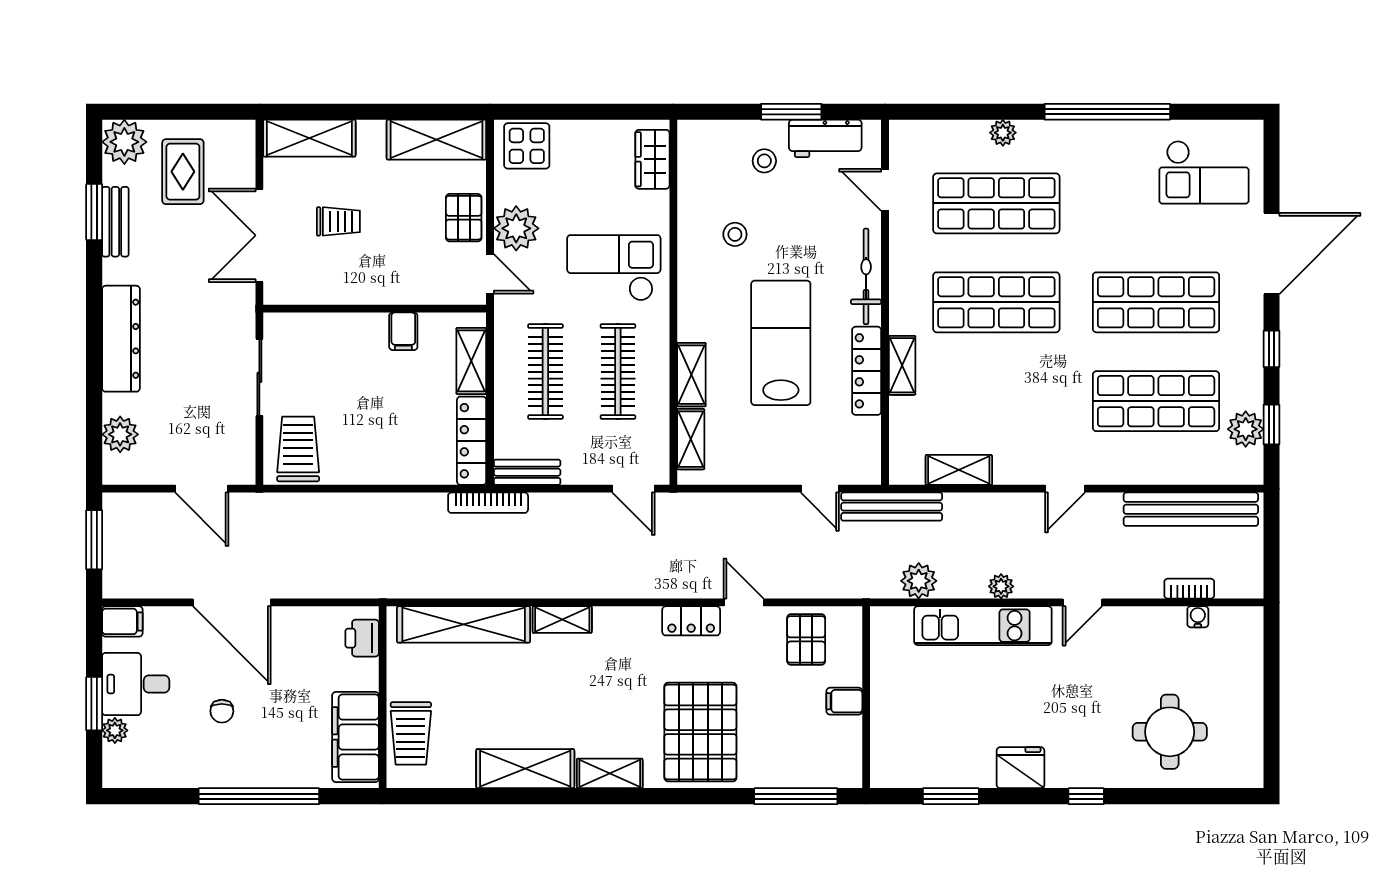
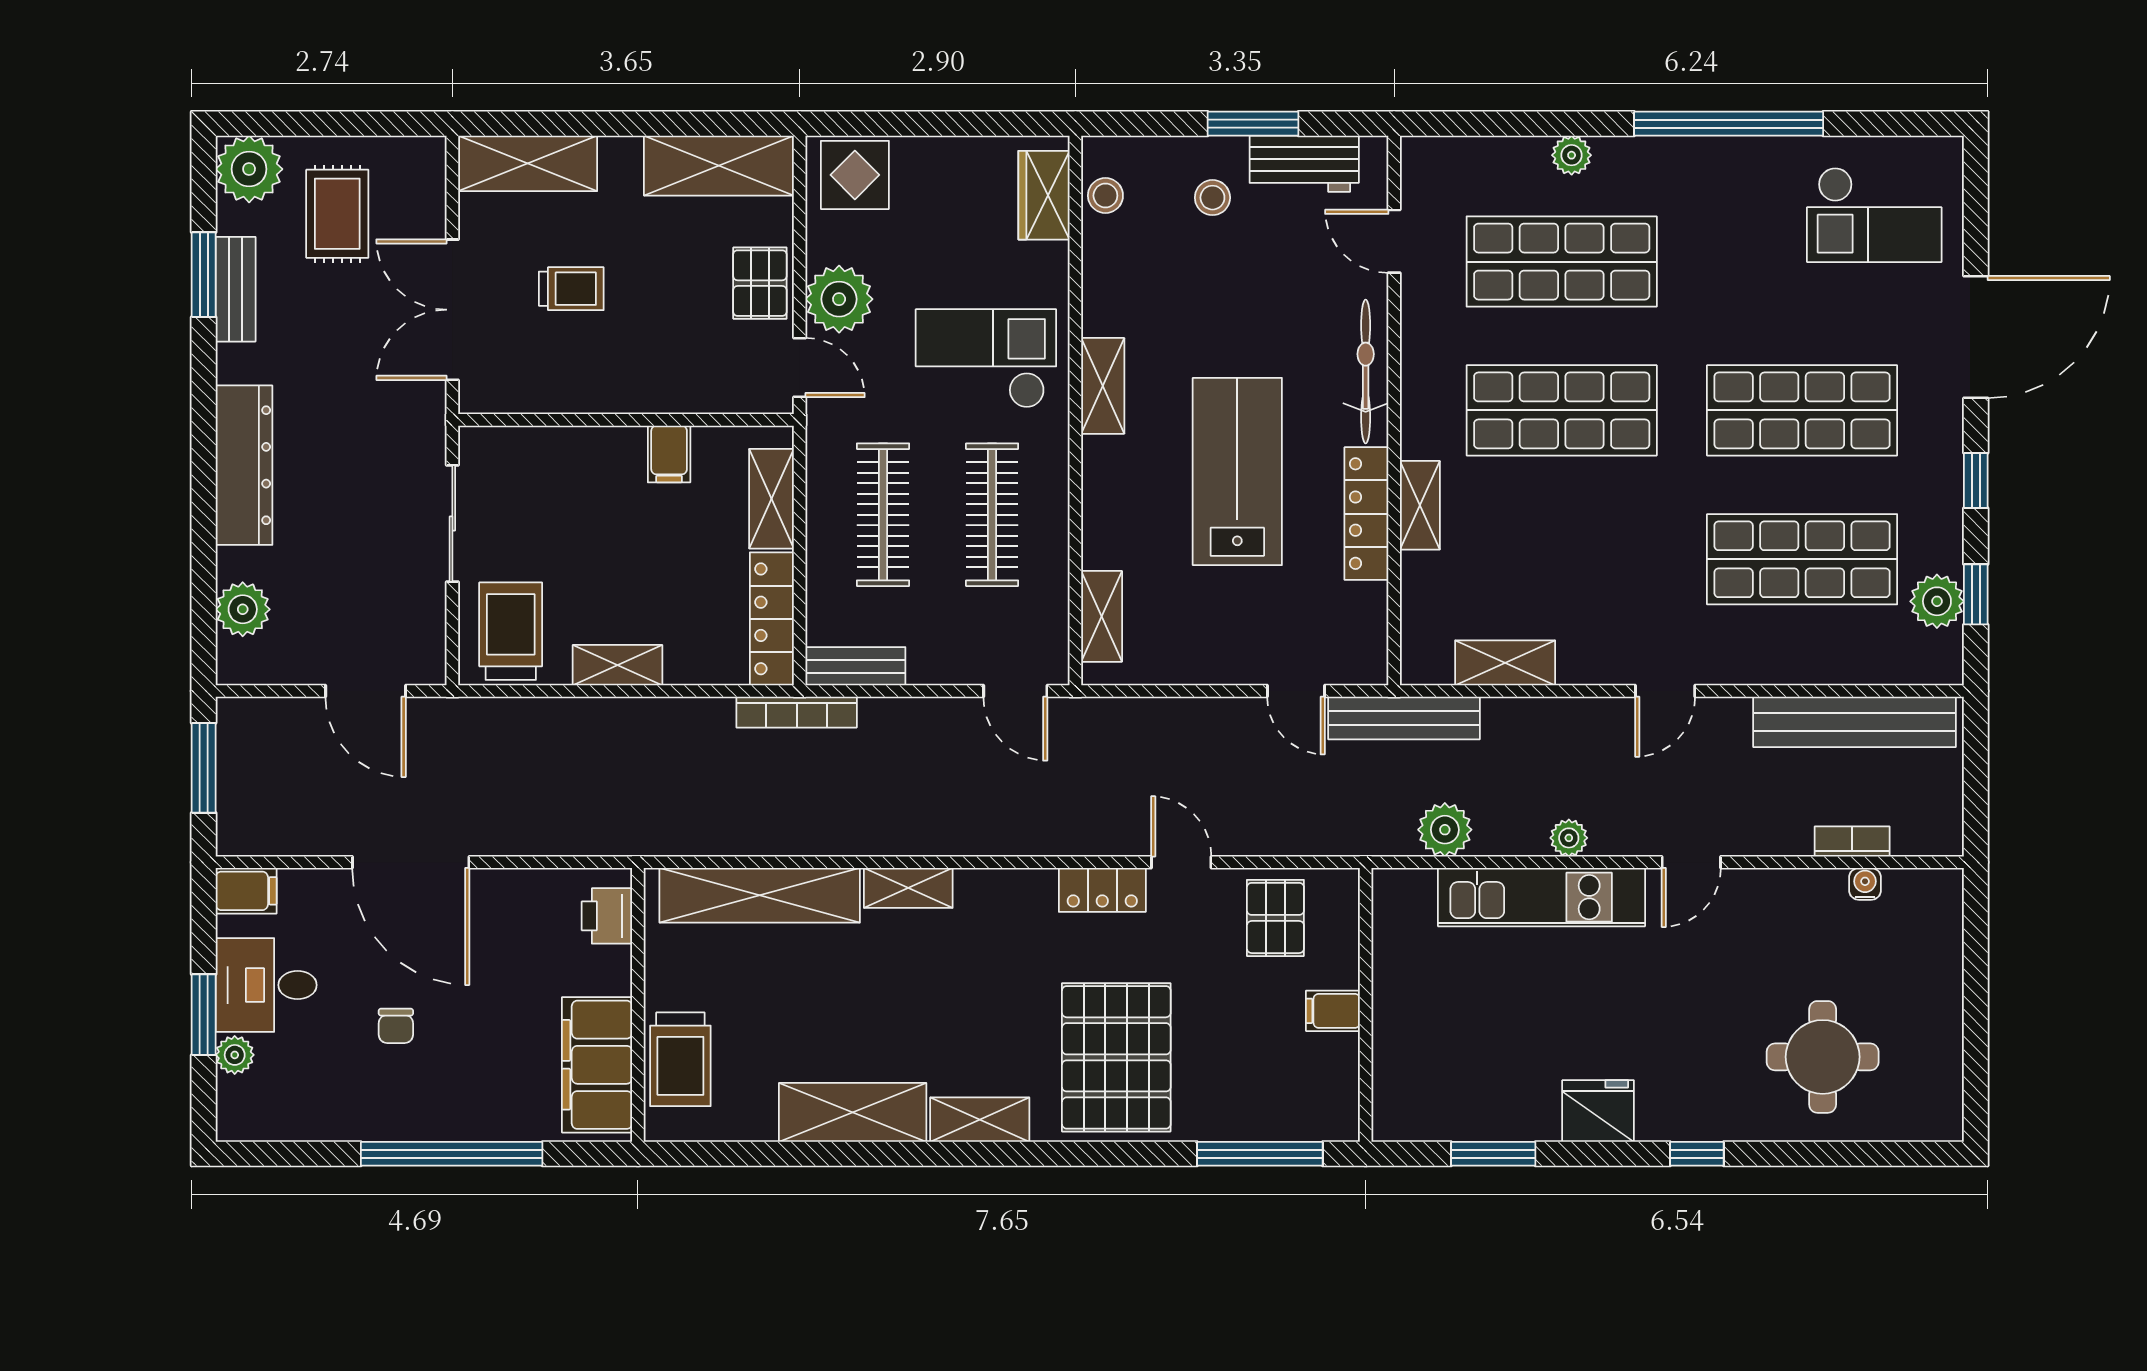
stool: (735, 234) -> (1105, 196), moved
shelving: (691, 375) -> (1103, 386), moved
shelving: (369, 472) -> (617, 665), added

